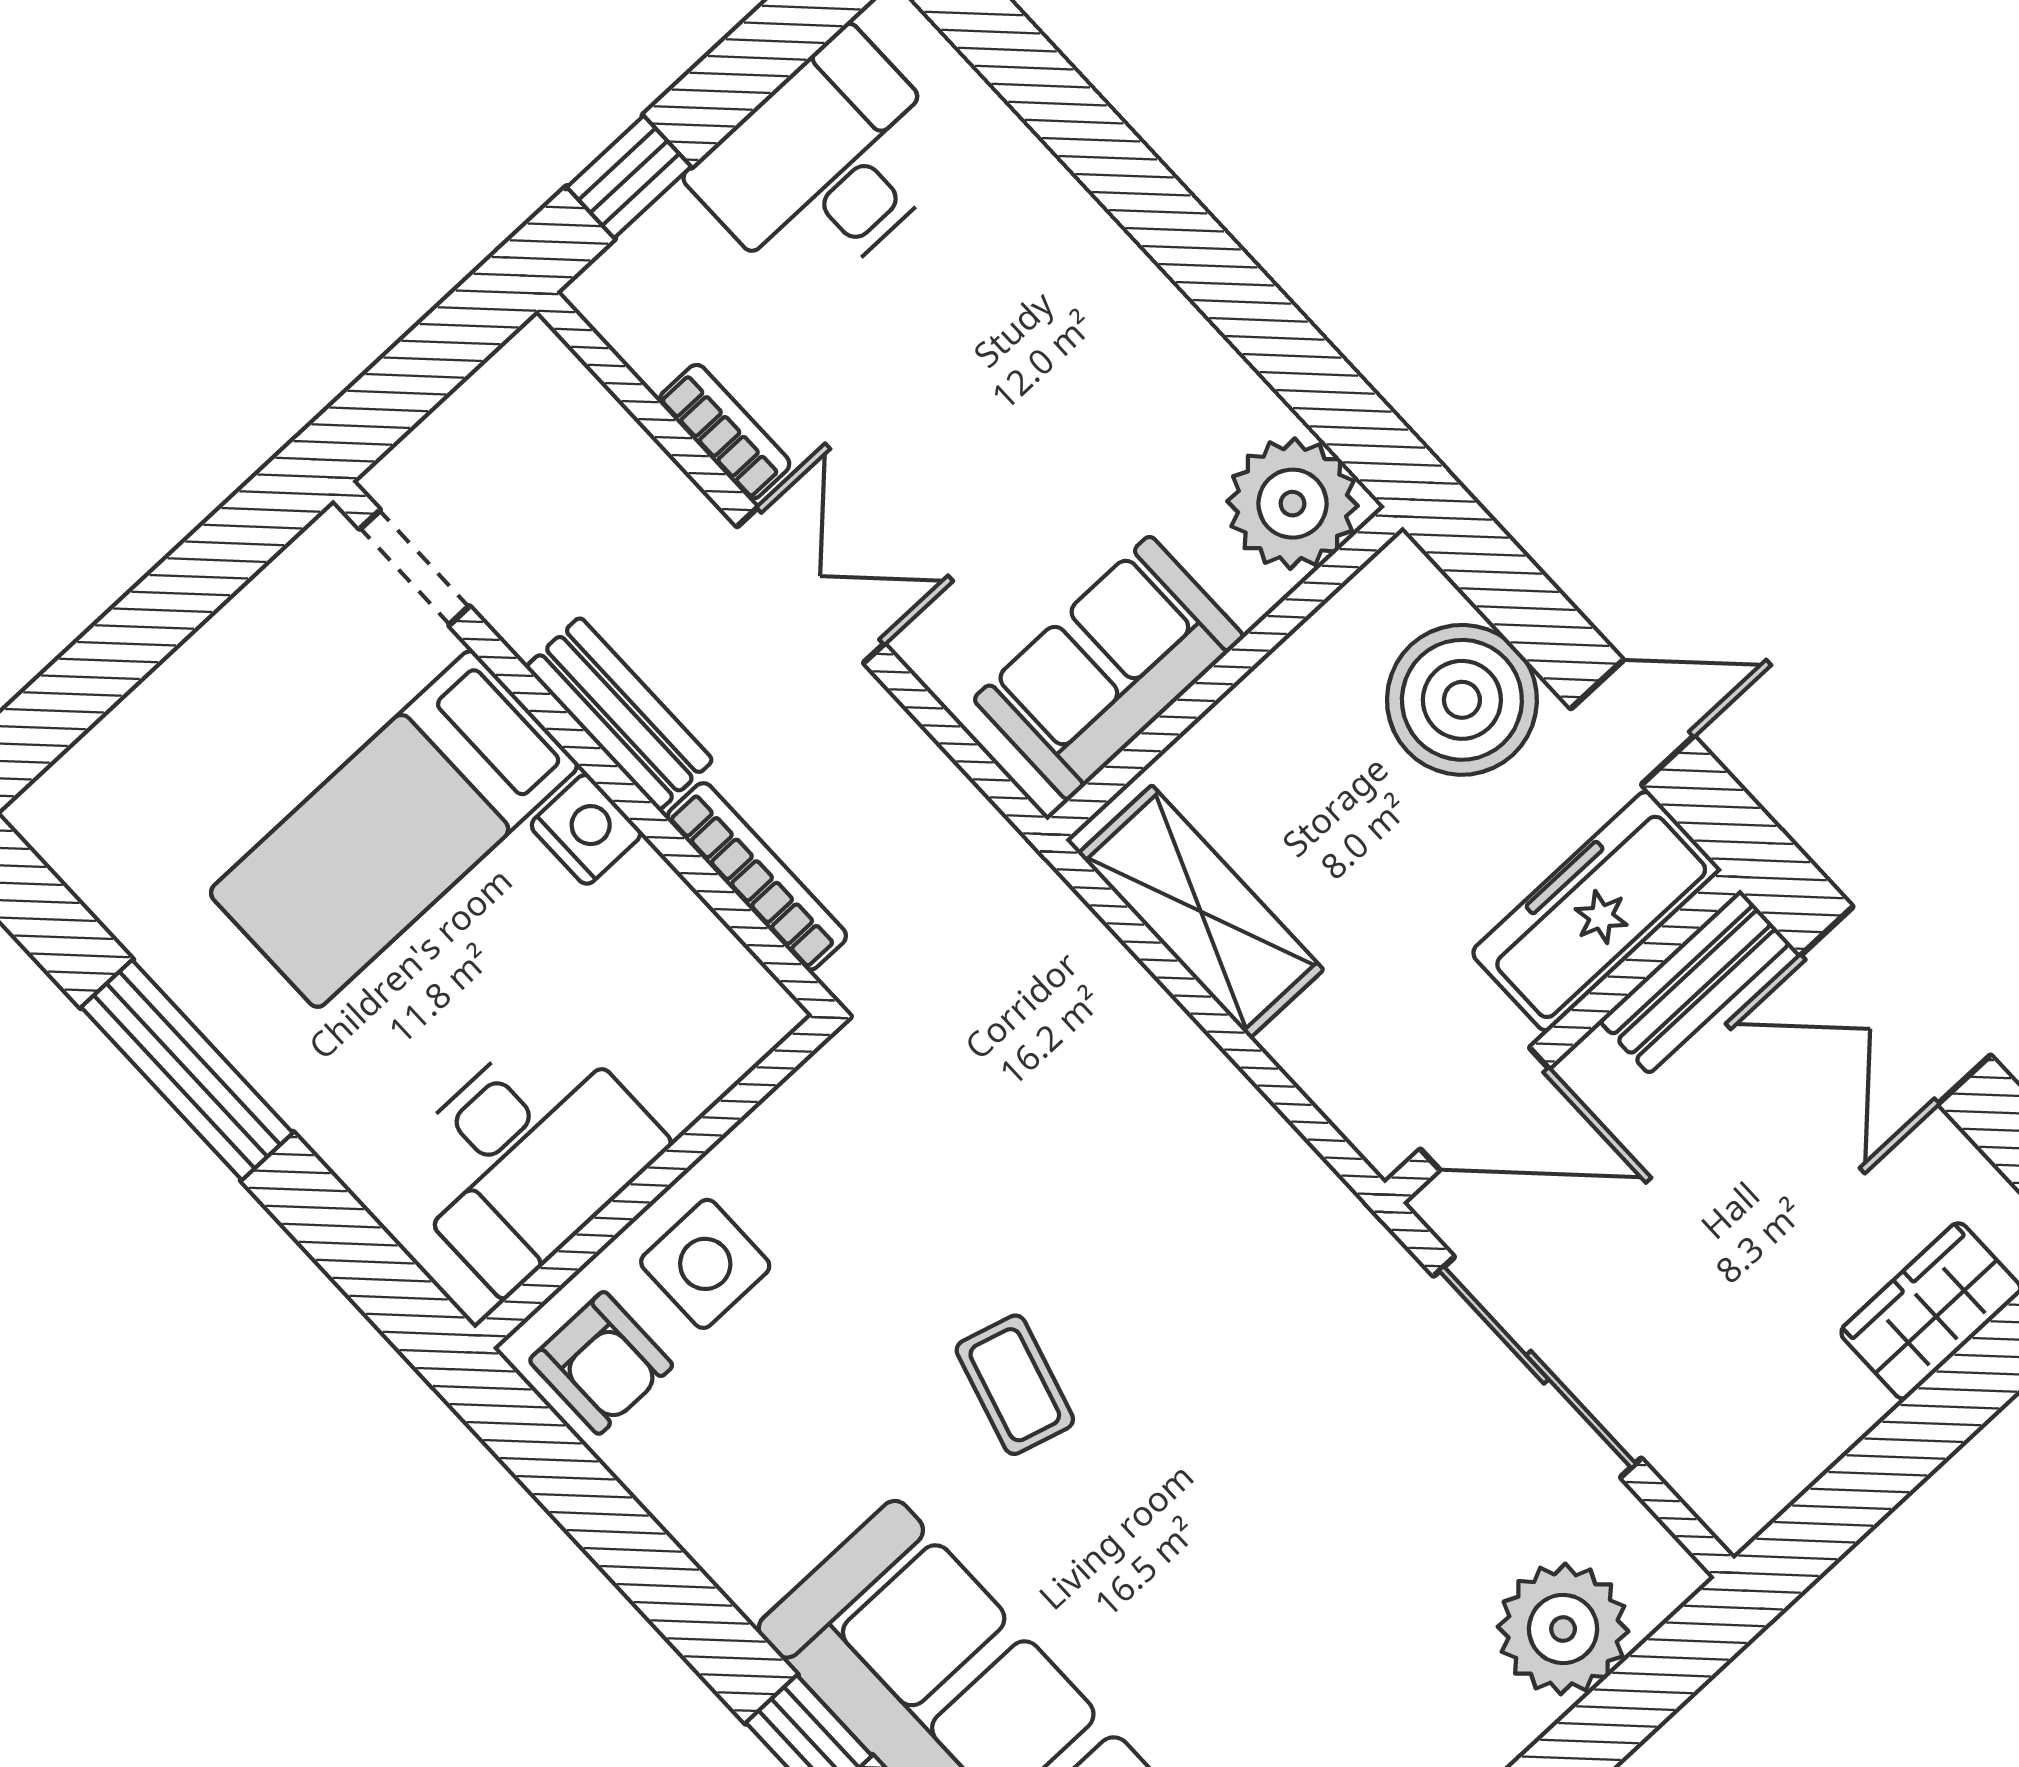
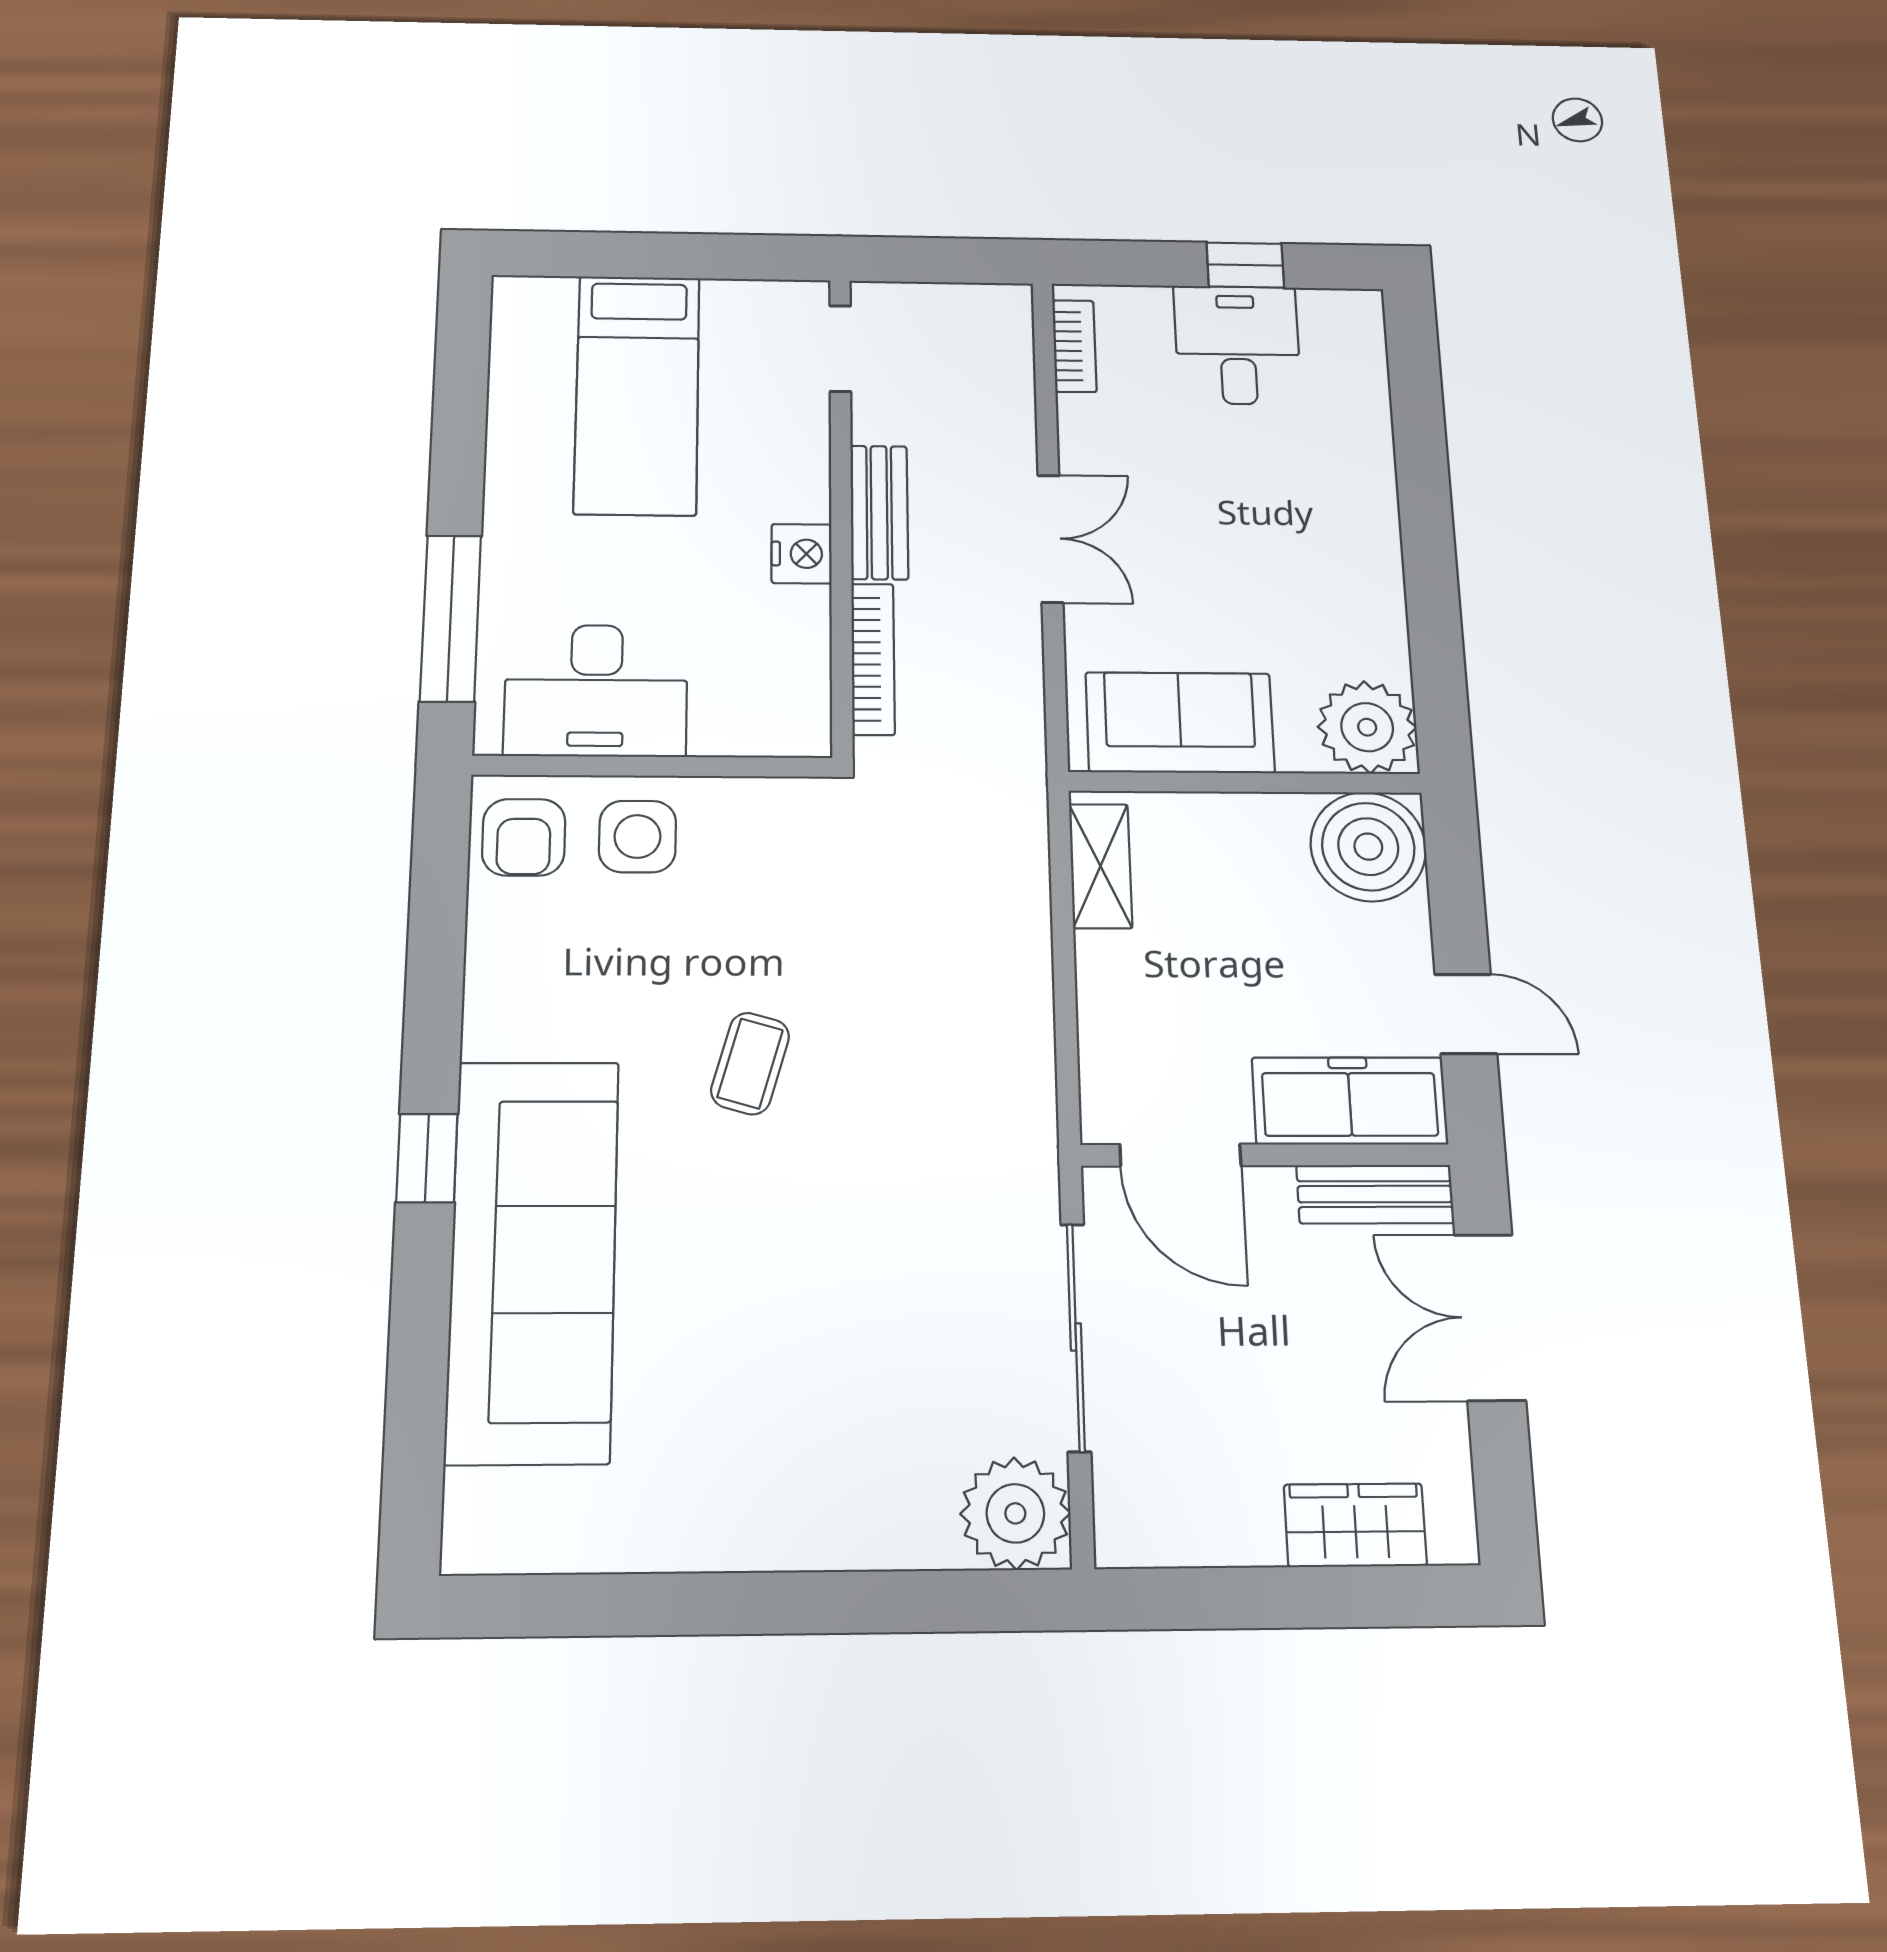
desk: (826, 165) -> (1237, 345), width x0.73
window: (629, 177) -> (1245, 265), moved
bookcase: (725, 432) -> (1074, 346), moved
boiler: (1462, 700) -> (1368, 847), moved
bed: (394, 829) -> (637, 394), moved, turned -90
shelving: (1201, 912) -> (1100, 866), width x0.67, depth x0.75
window: (187, 1070) -> (451, 618), moved
plant: (1563, 1629) -> (1015, 1513), moved

